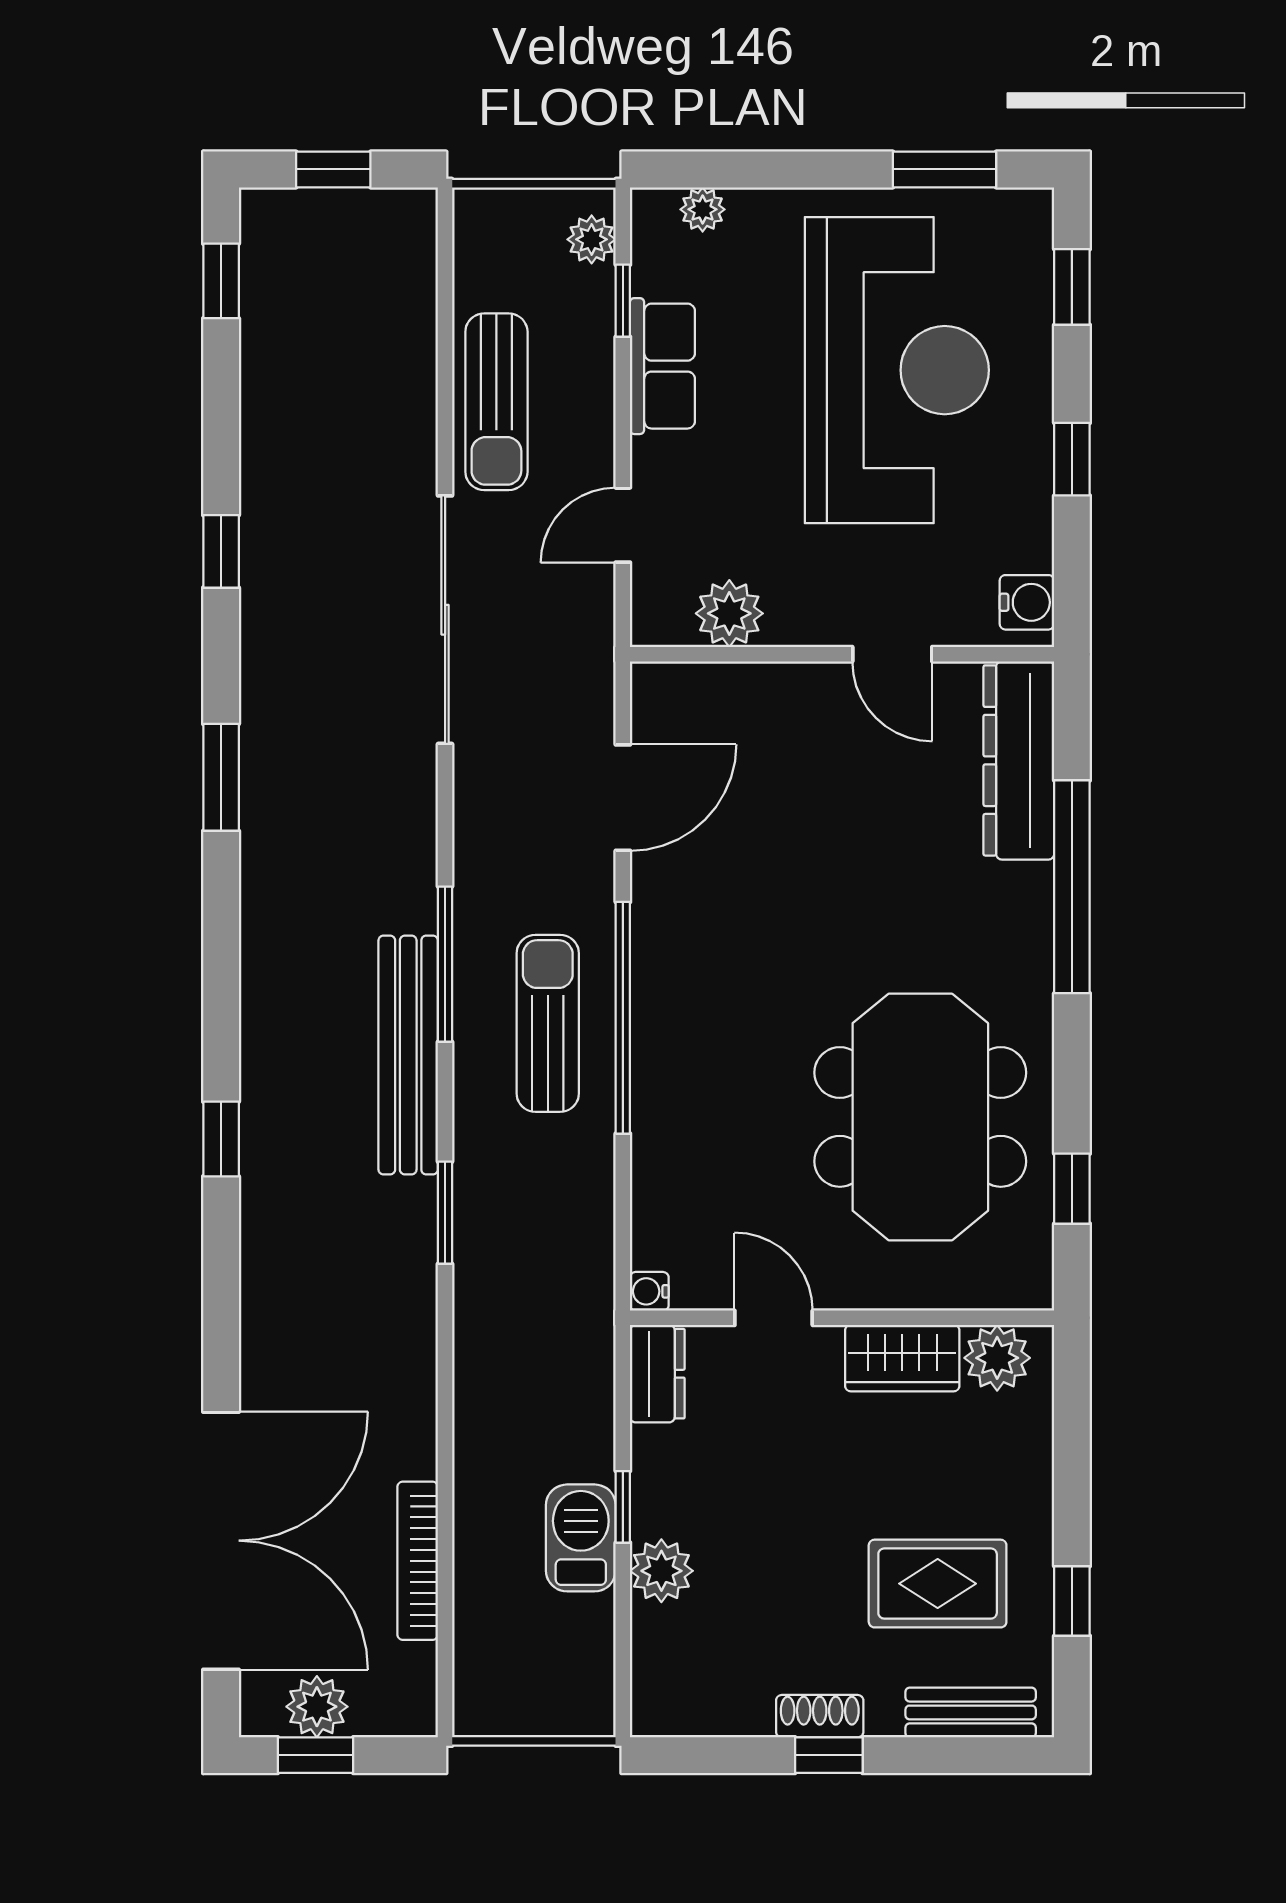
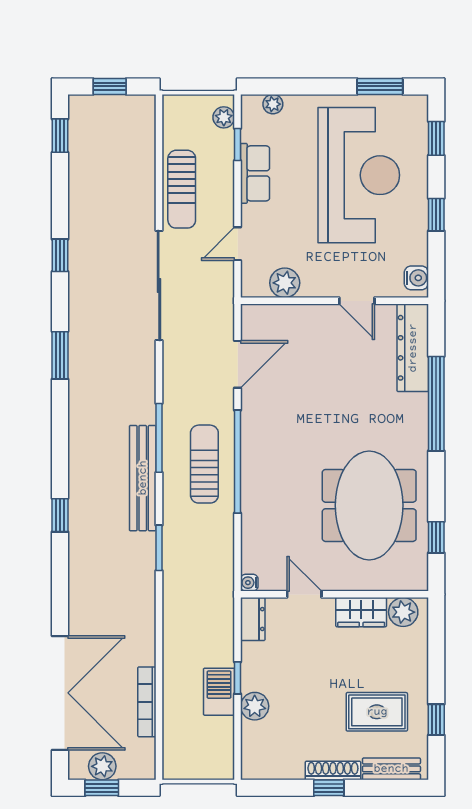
shoe rack: (820, 1716) -> (333, 771), width x1.43

